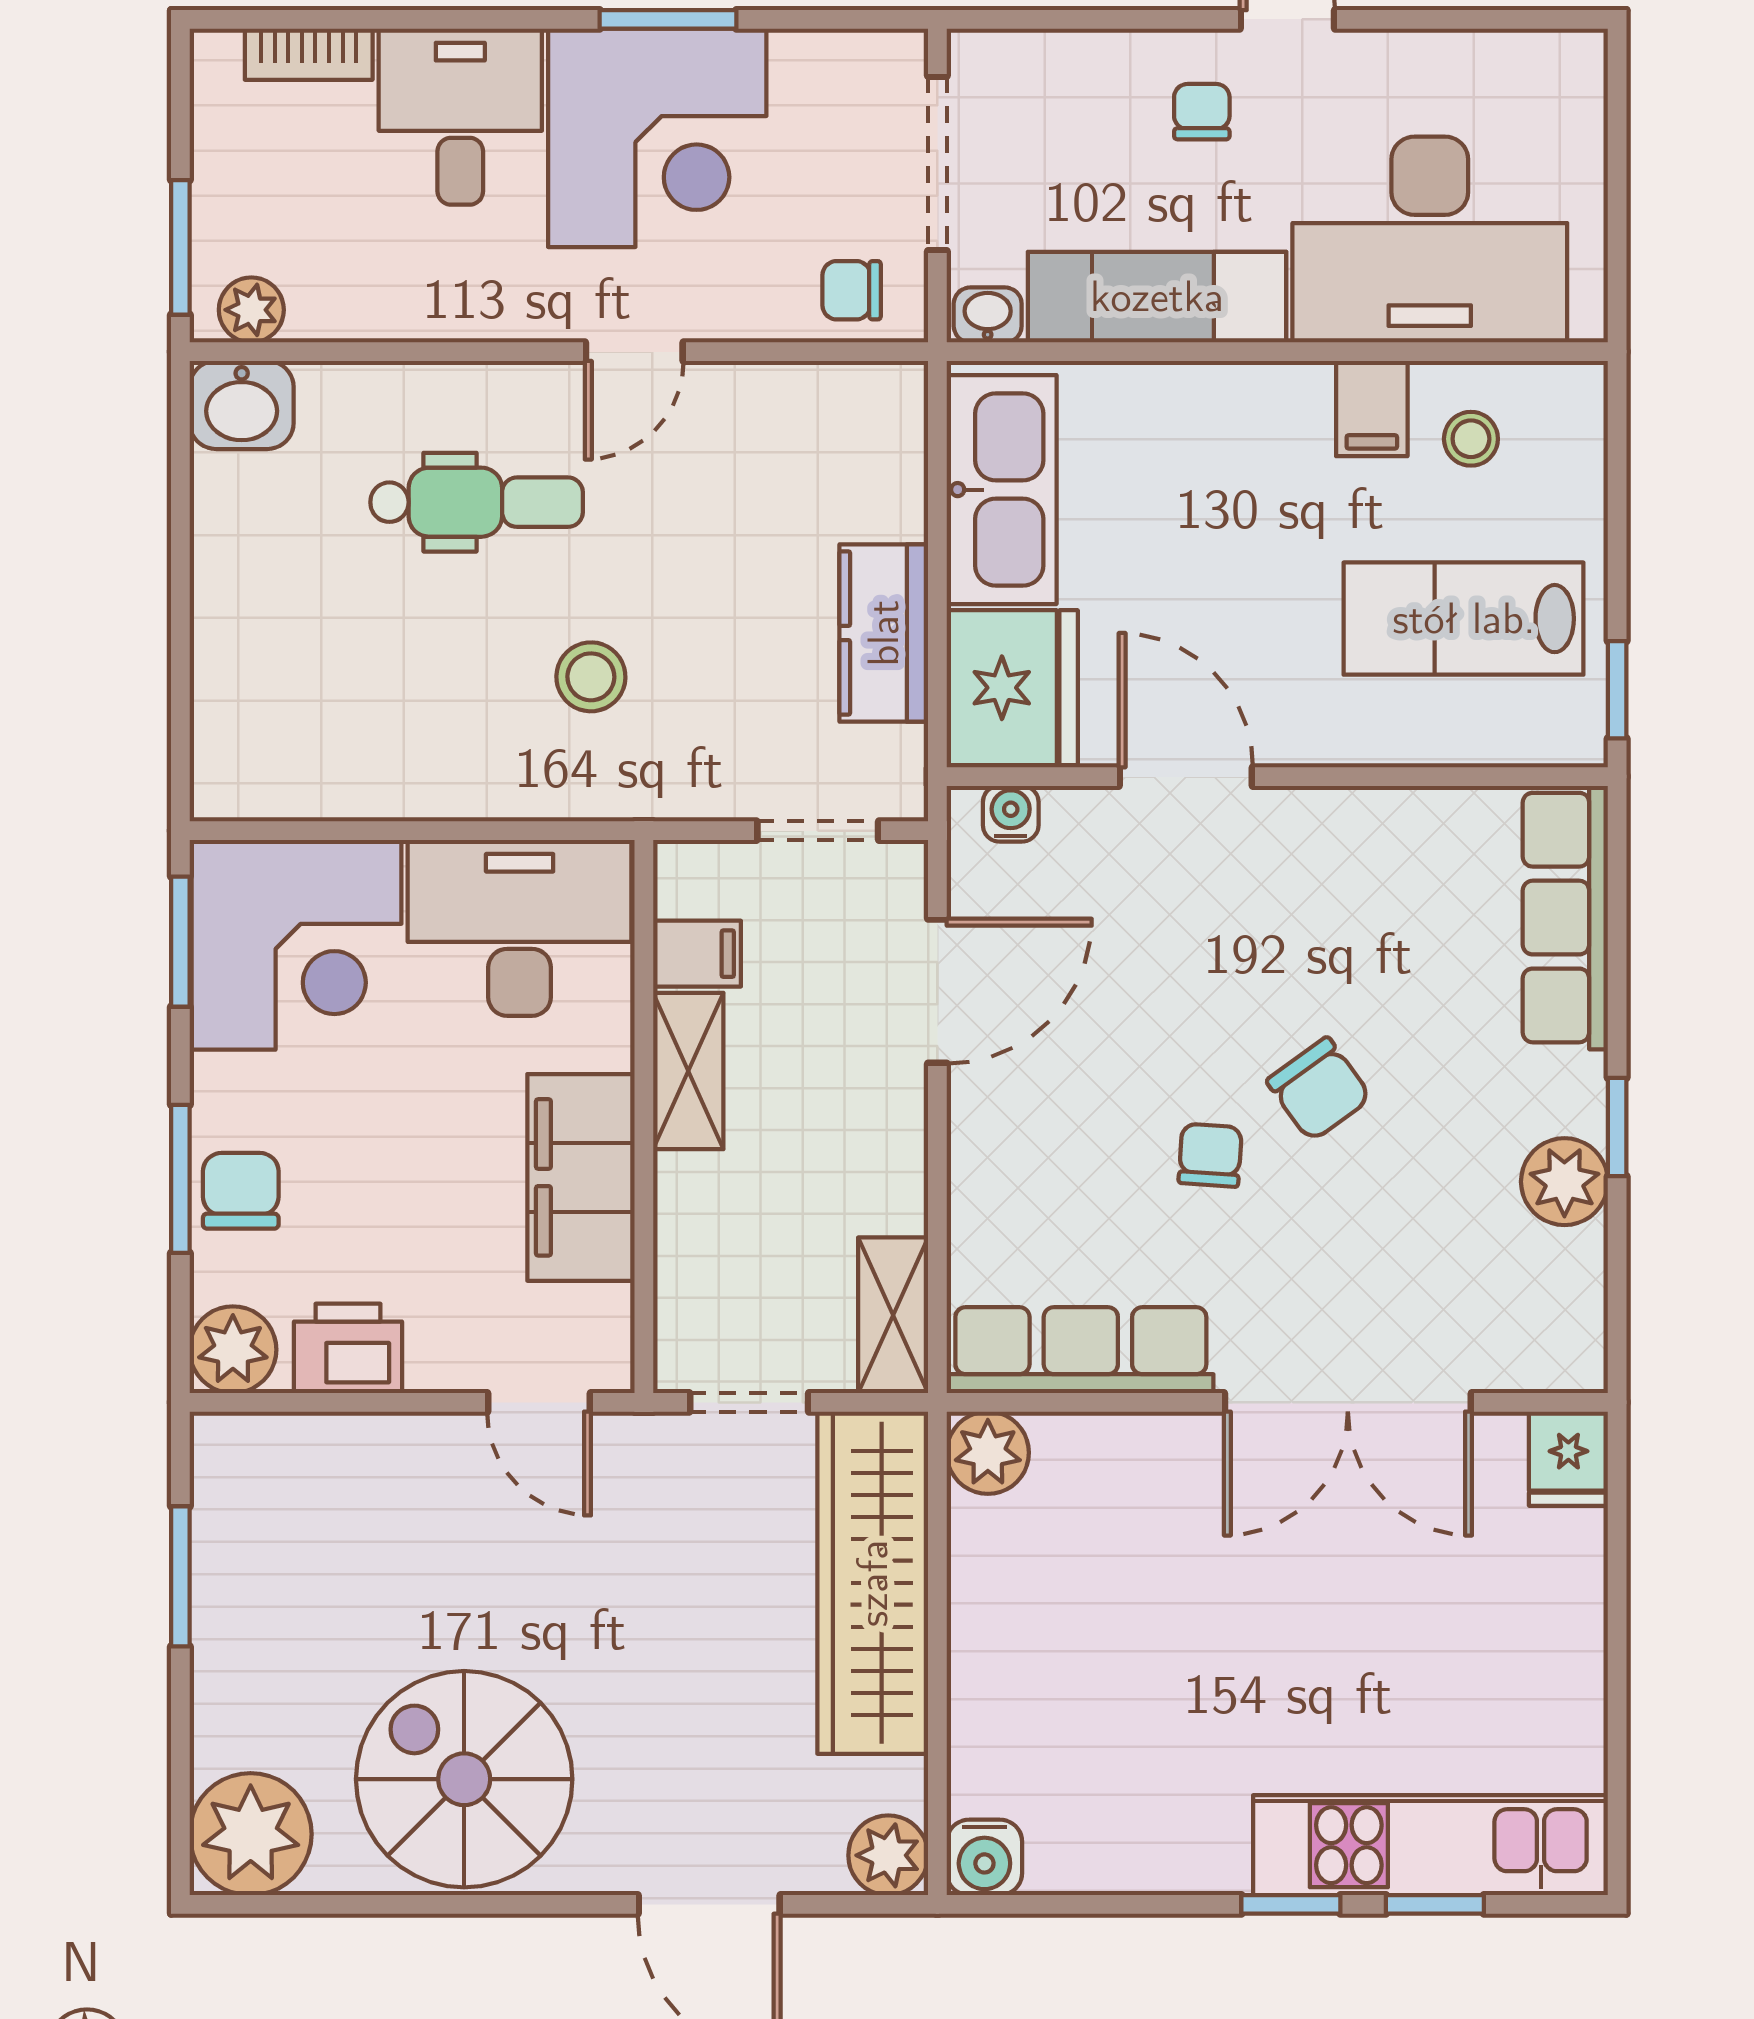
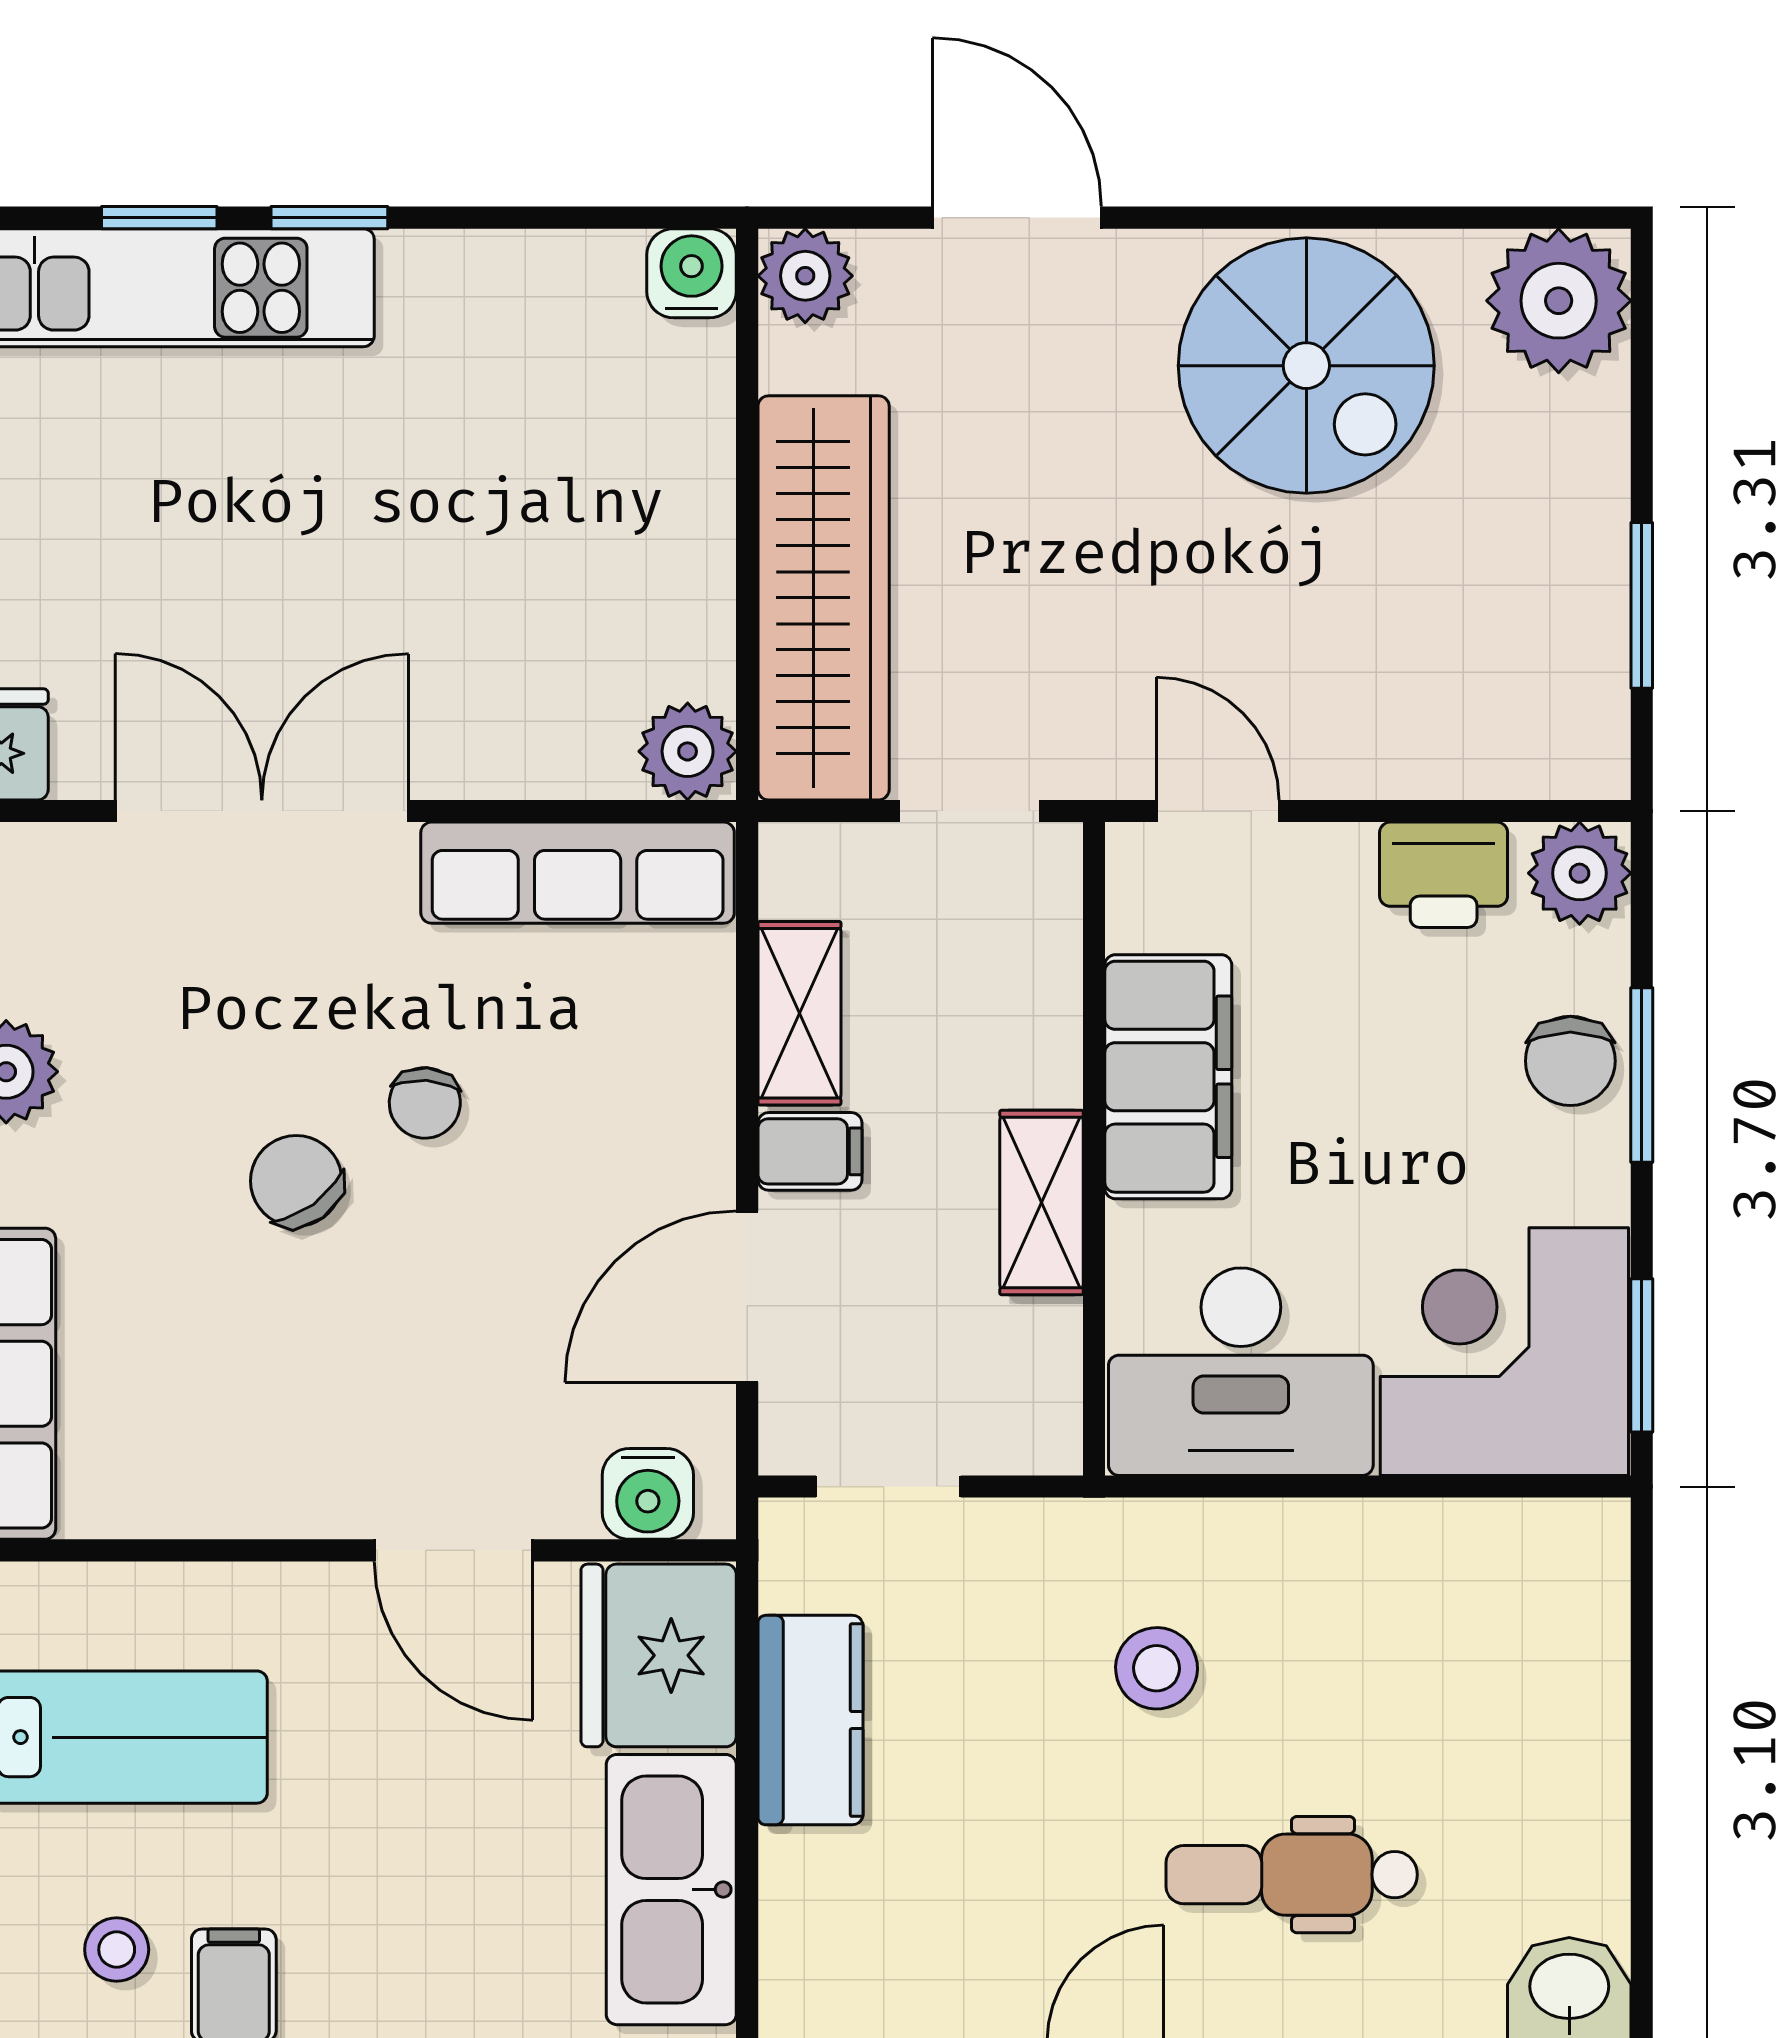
water cooler: (1011, 814) -> (648, 1494), width x1.38, depth x1.38
filing cabinet: (697, 954) -> (810, 1151), moved, turned 180
shelving: (893, 1315) -> (799, 1013), moved

